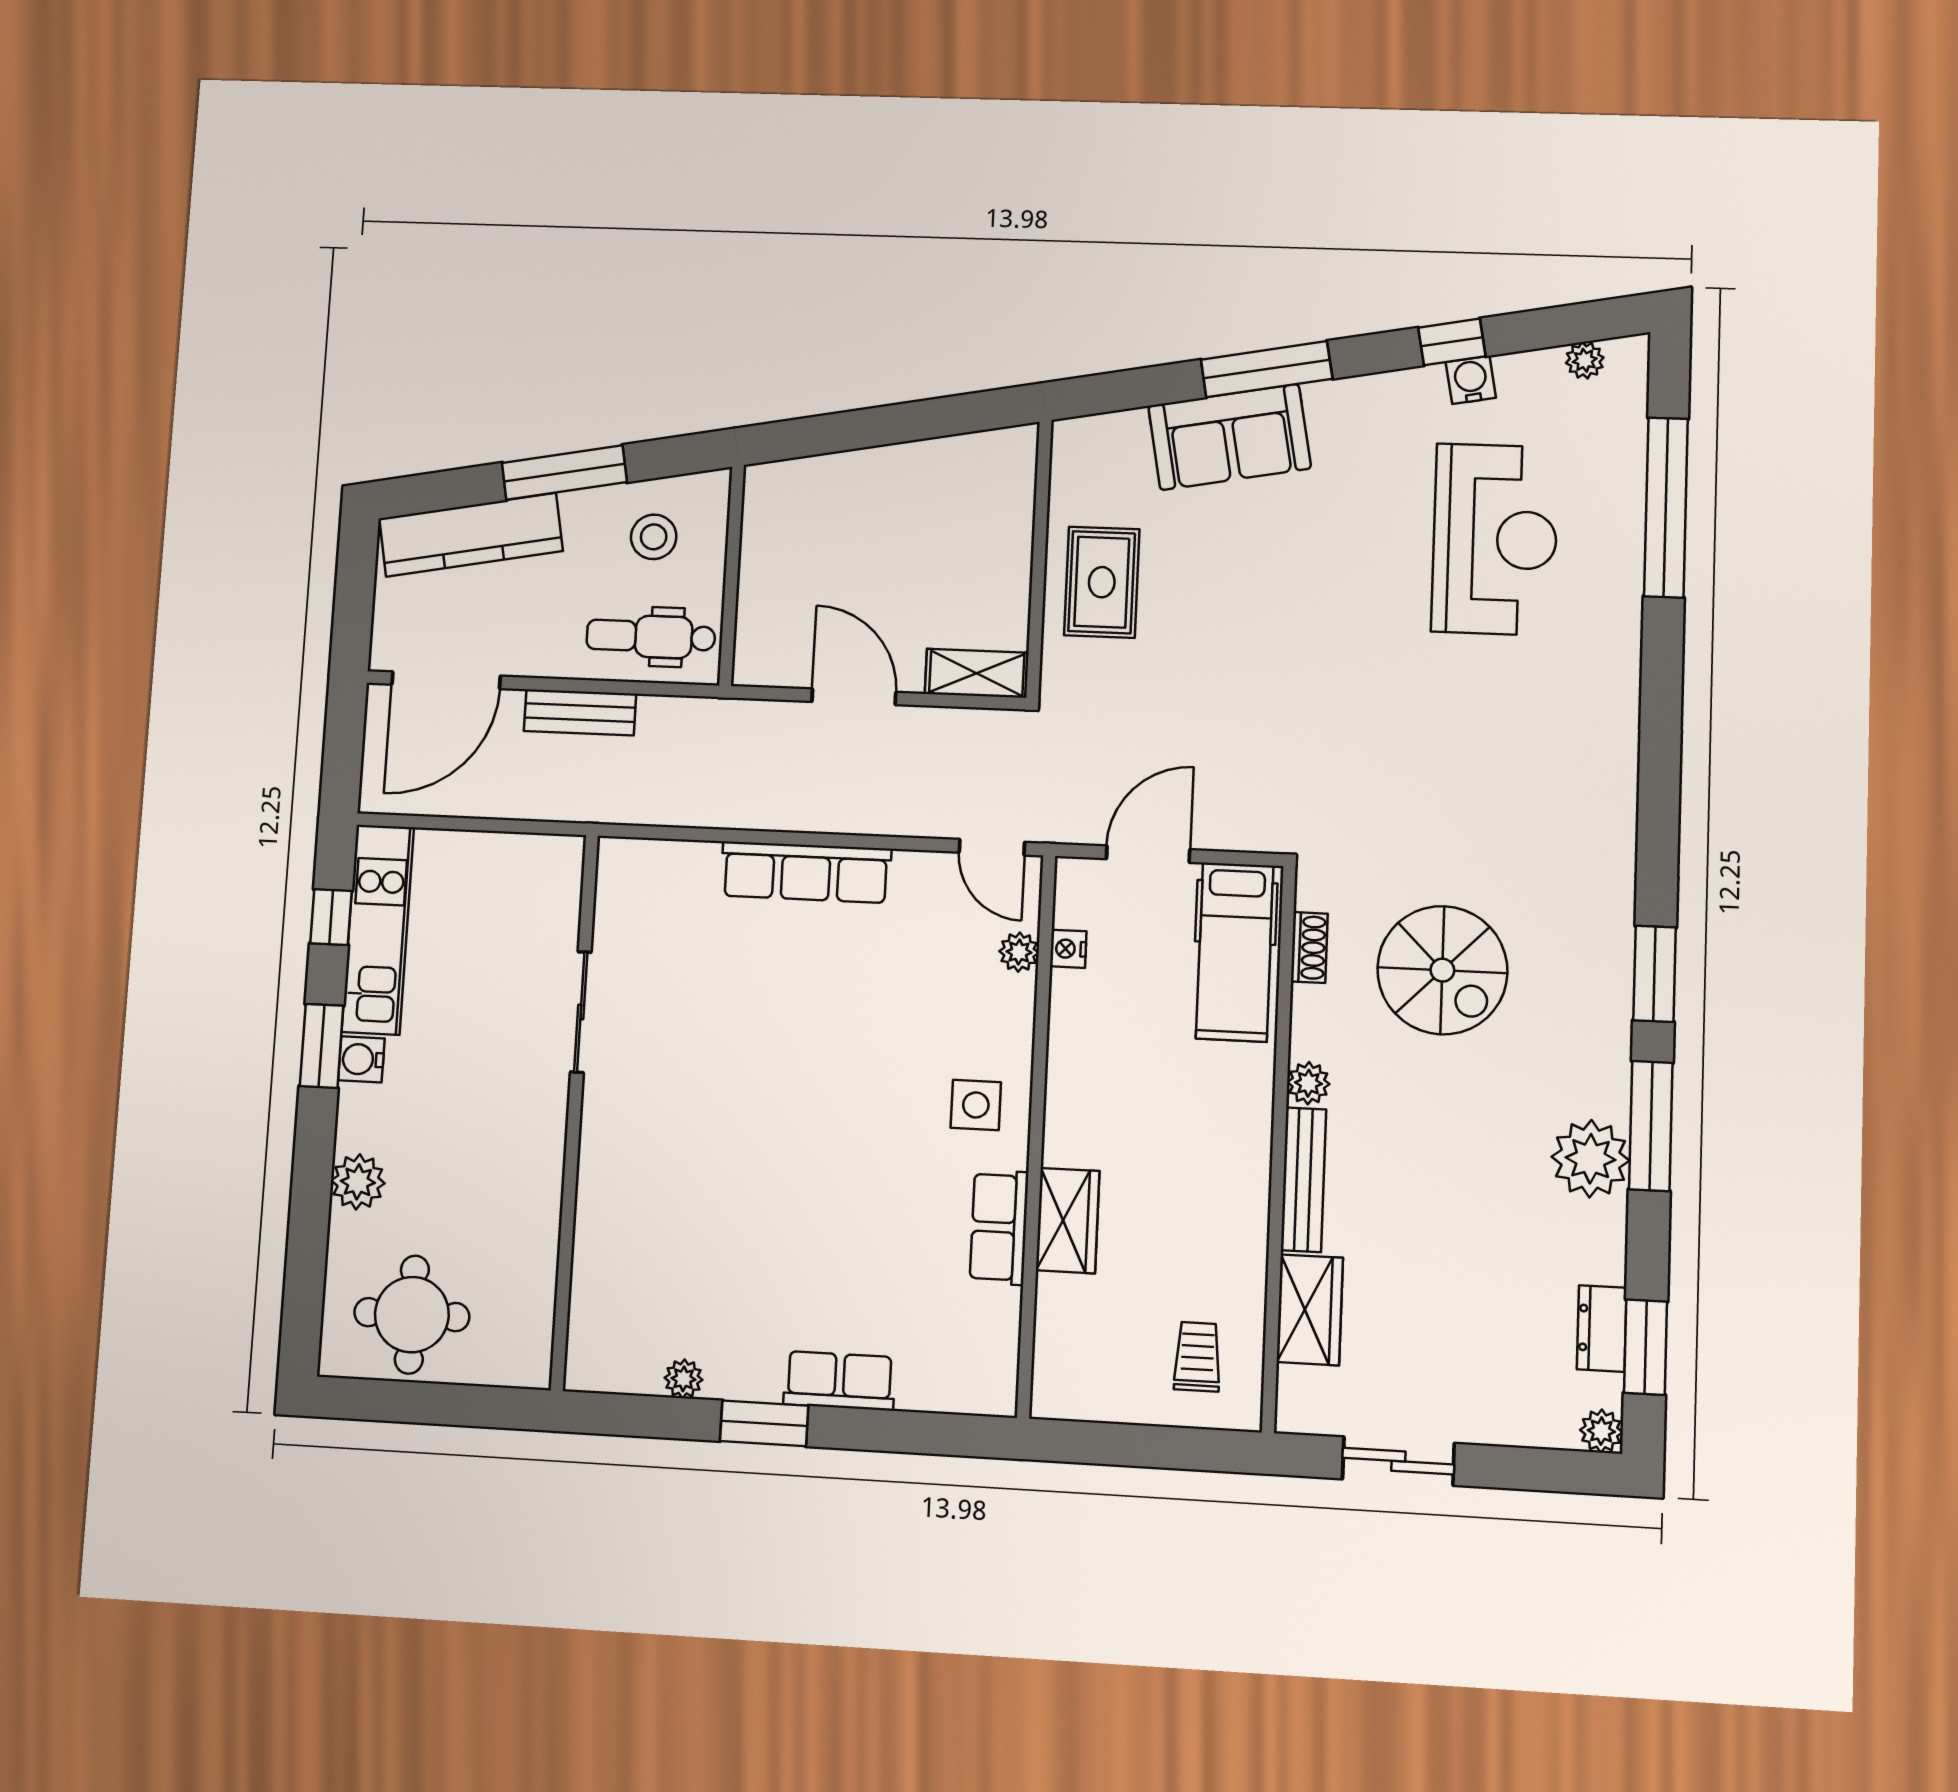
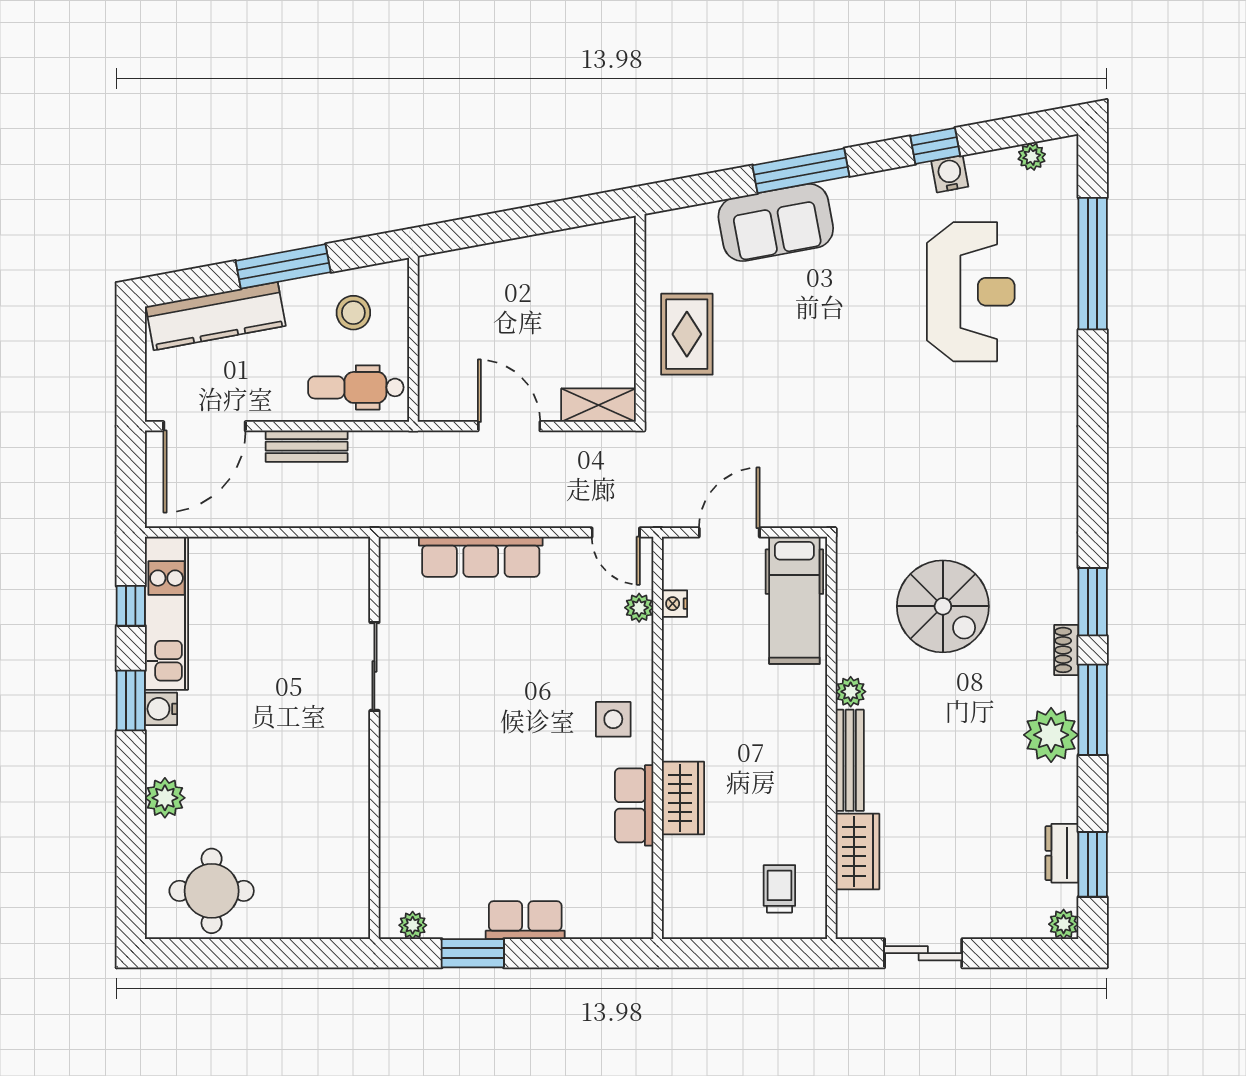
shoe rack: (1309, 948) -> (1066, 650), moved, turned 180
sliding door: (581, 1012) -> (374, 666), moved
wall: (575, 1110) -> (374, 738), moved

